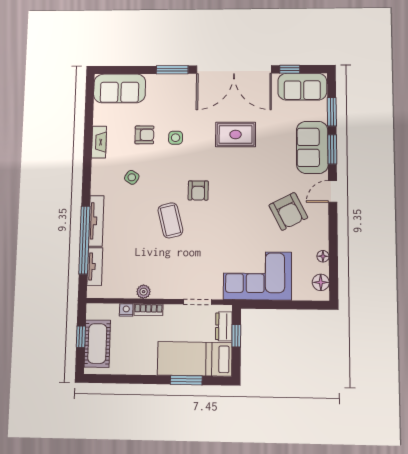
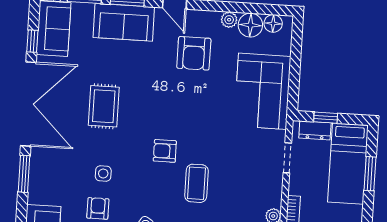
armchair: (198, 191) -> (165, 151), turned 180
armchair: (288, 211) -> (194, 53), turned 117
coffee table: (170, 220) -> (196, 183), turned -76
plant: (321, 242) -> (229, 20), added
floor lamp: (323, 256) -> (250, 25), width x1.89, depth x1.89

